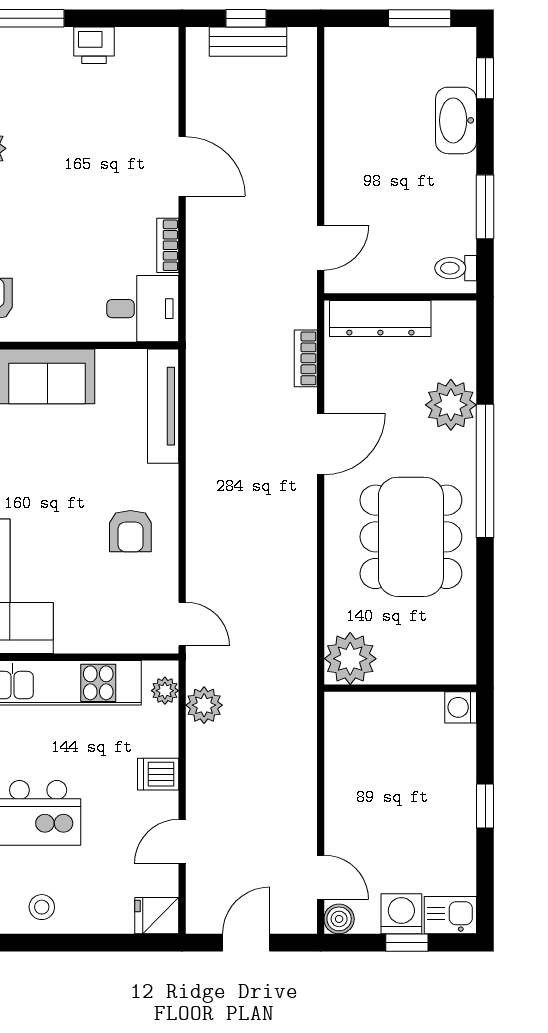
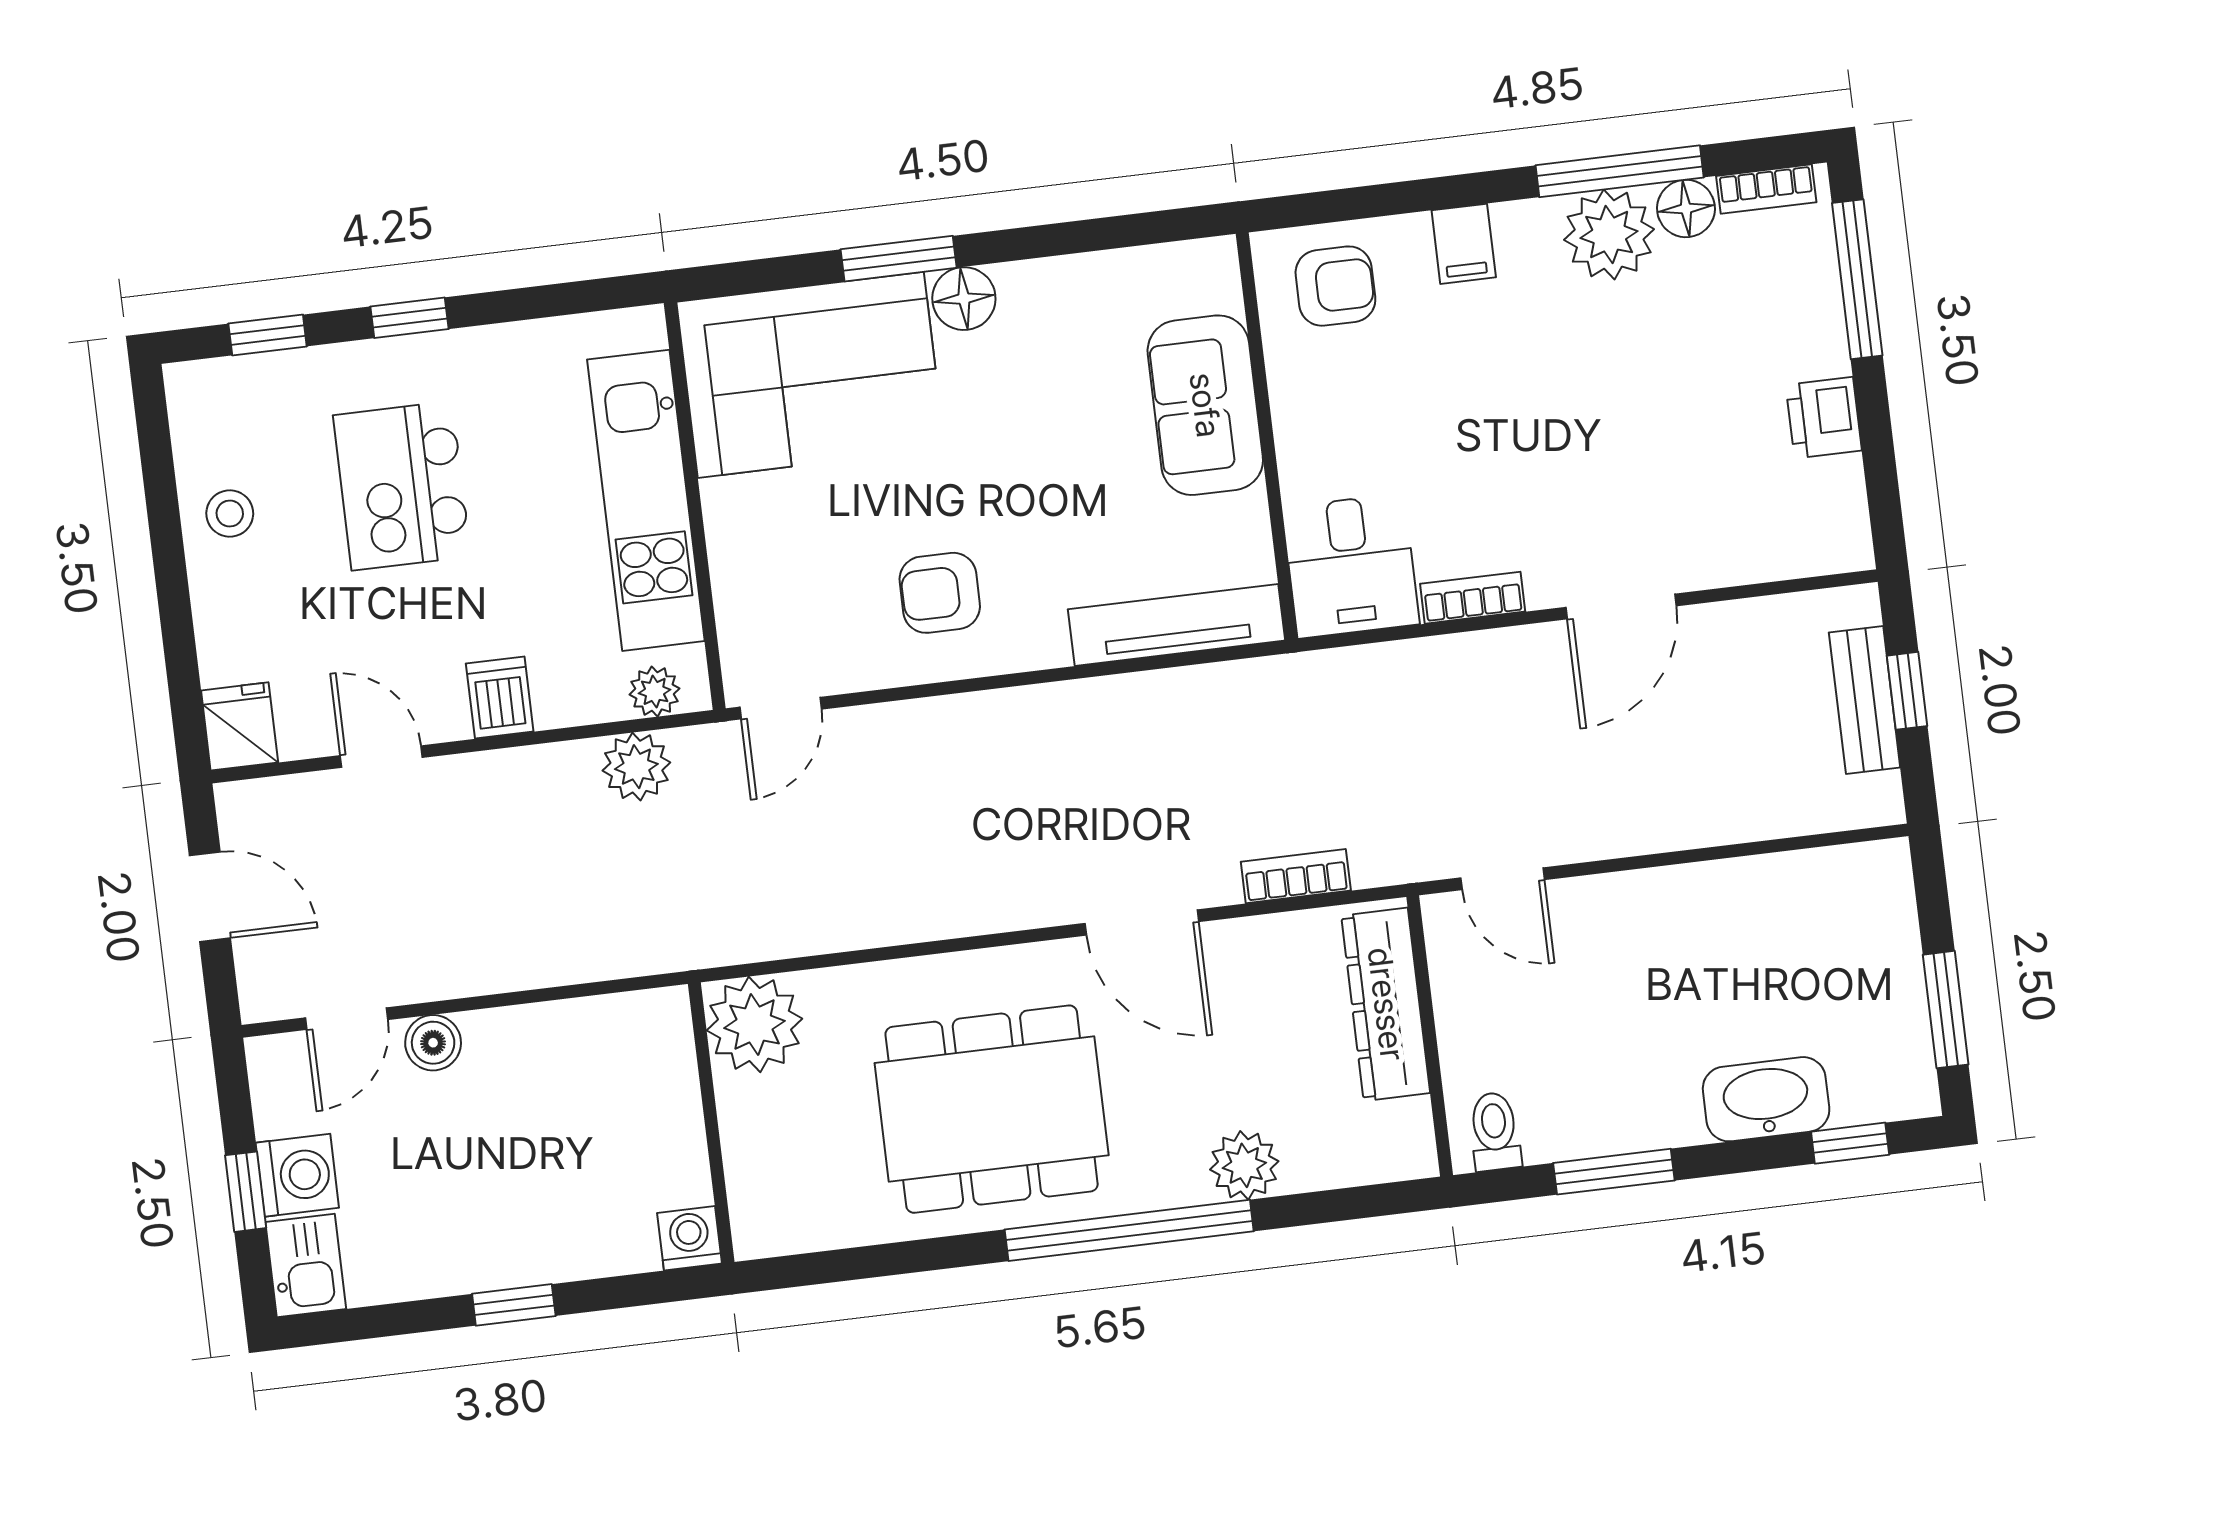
plant: (451, 405) -> (1244, 1165), width x0.73, depth x0.73
boiler: (339, 919) -> (433, 1043), moved

